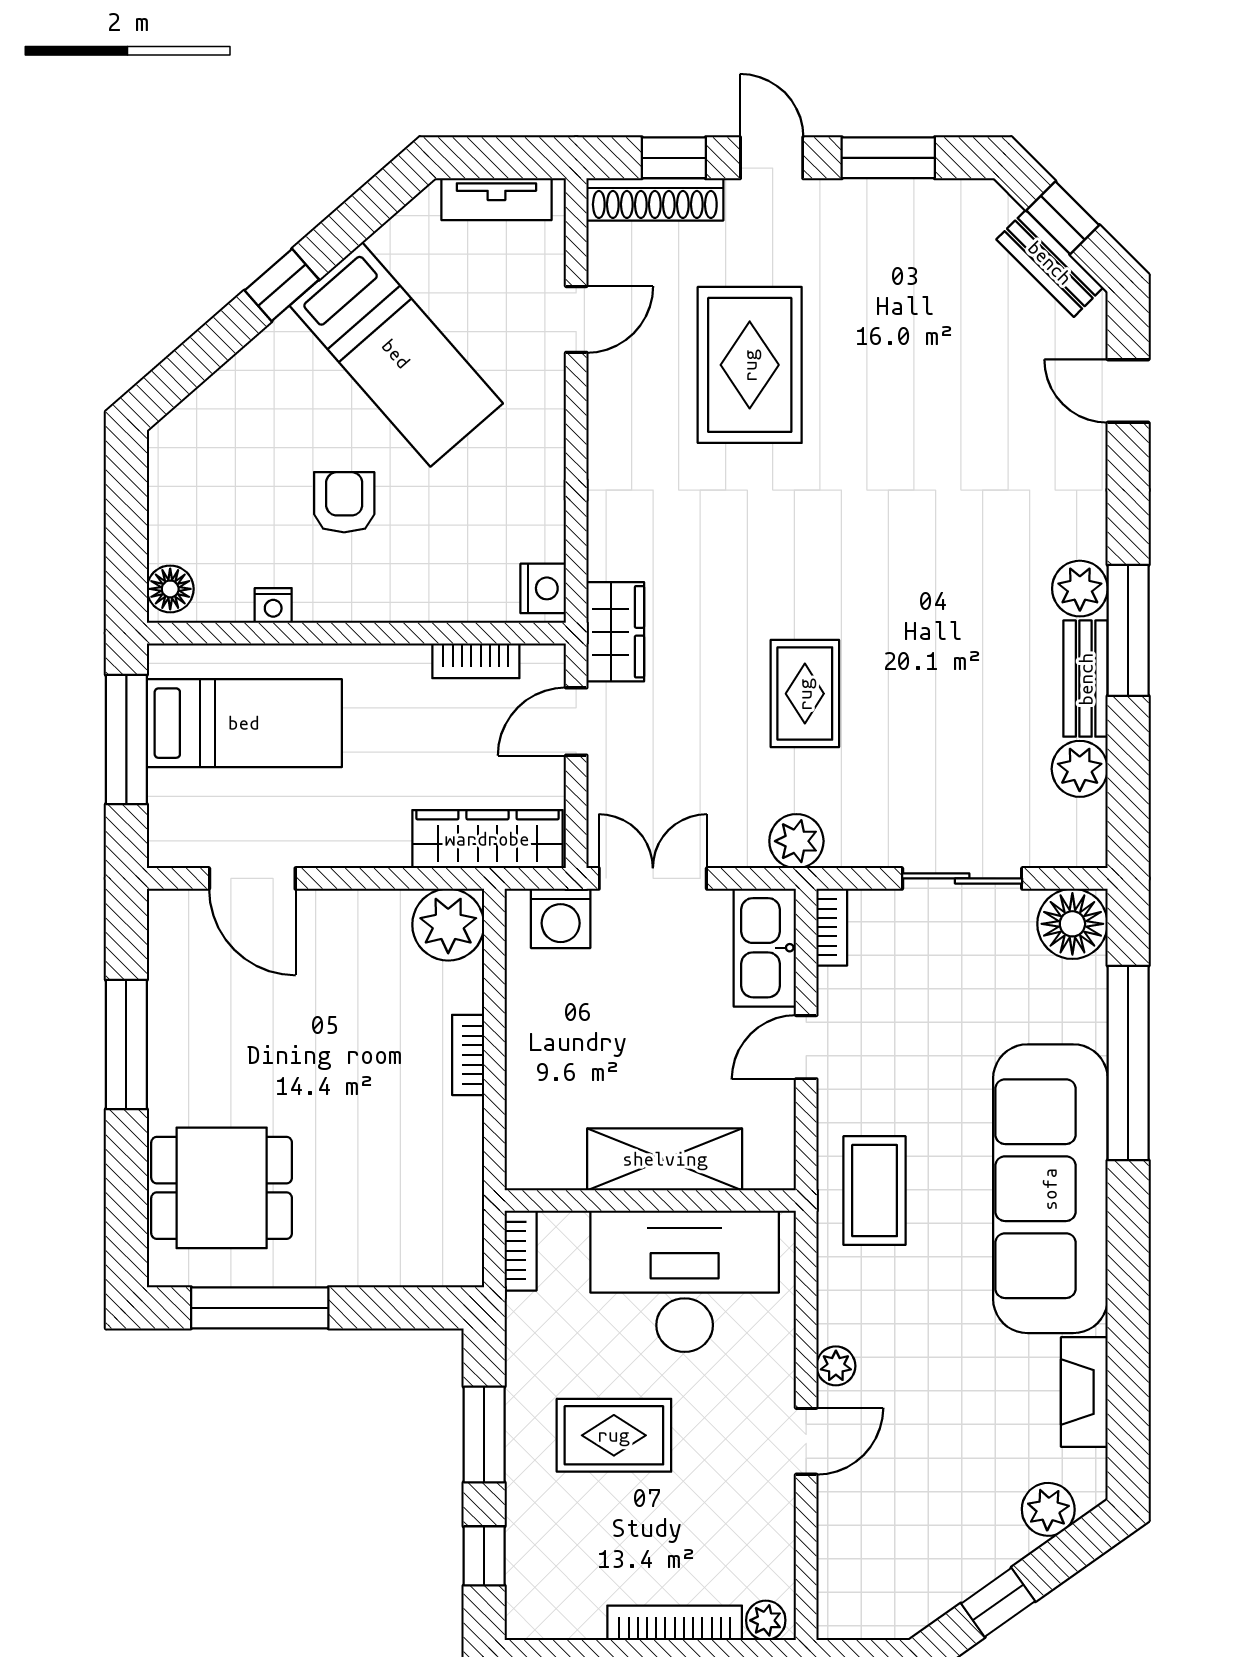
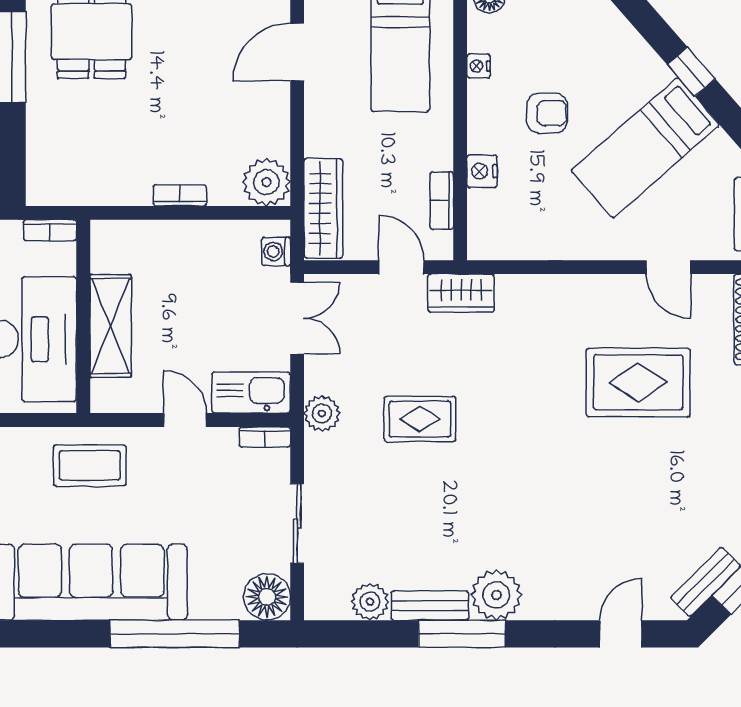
nightstand: (543, 588) -> (482, 171), moved, turned 90
plant: (1080, 589) -> (496, 595), width x1.36, depth x1.36
washing machine: (561, 918) -> (276, 251), width x0.73, depth x0.73

